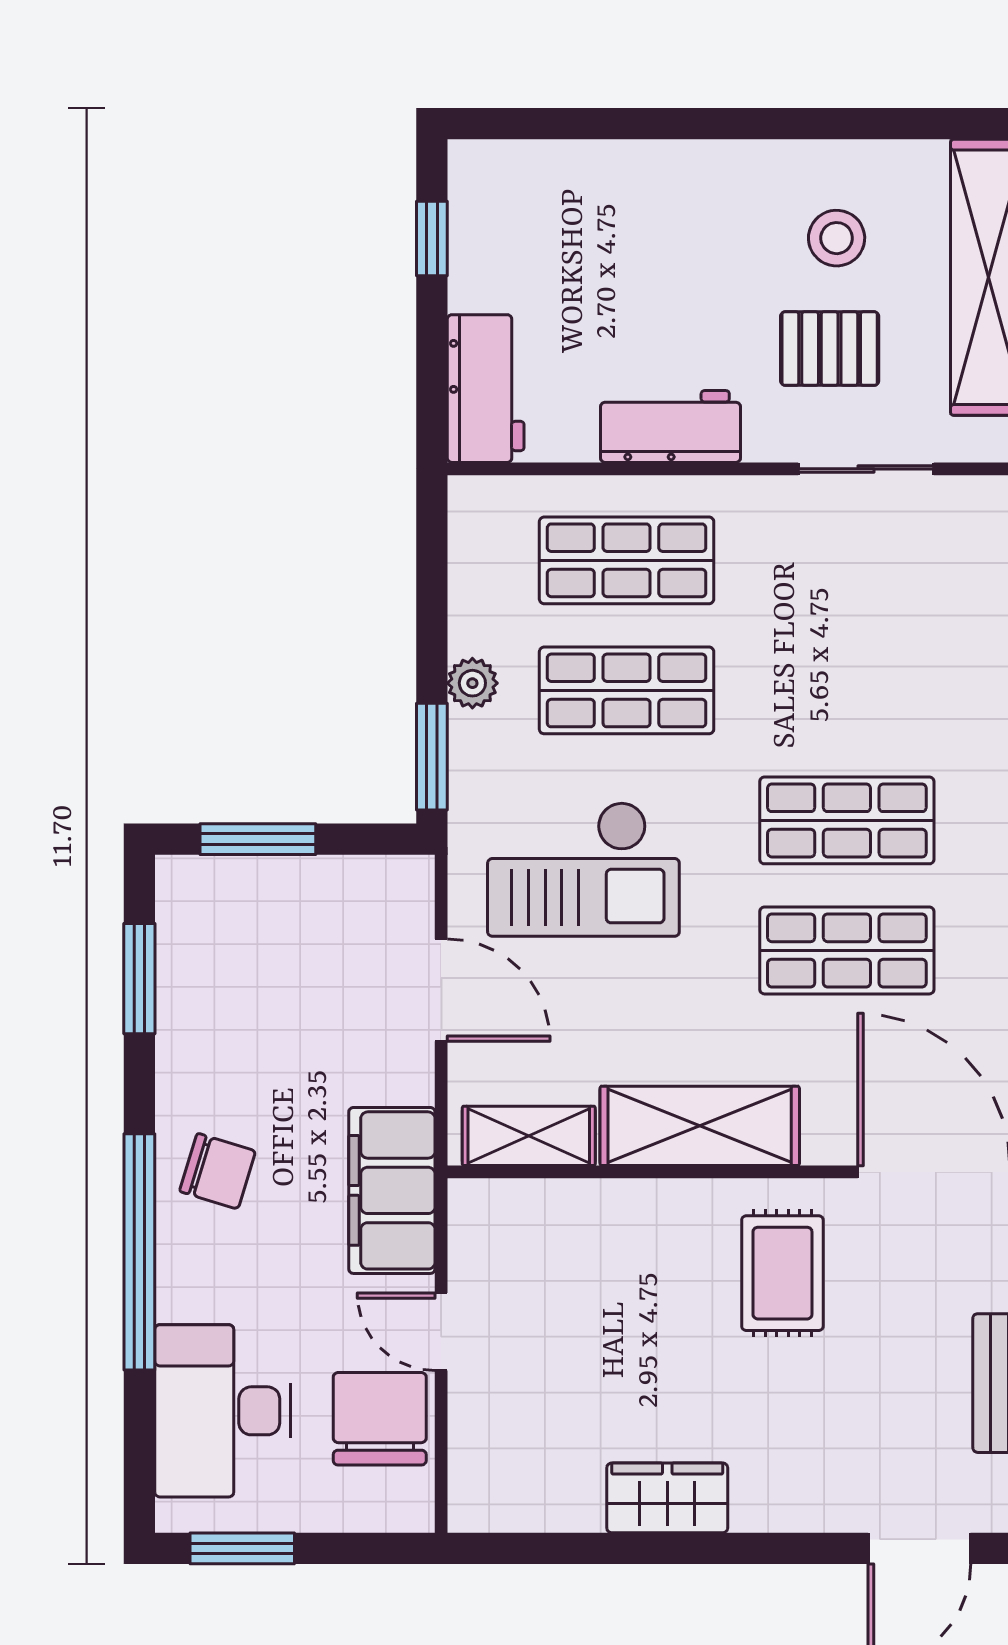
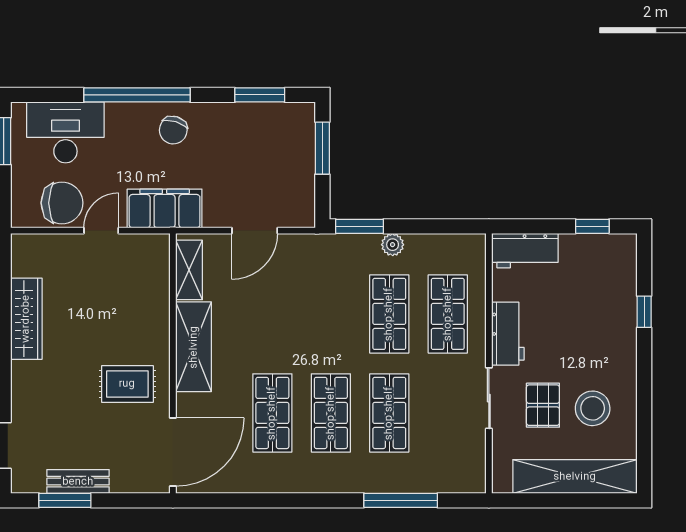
window: (622, 124) -> (644, 312), added
stool: (837, 238) -> (593, 408), width x1.38, depth x1.38
sliding door: (866, 469) -> (489, 398), moved
shop shelf: (847, 690) -> (389, 413), added
checkout: (583, 869) -> (309, 295), removed
wardrobe: (667, 1498) -> (26, 319), width x1.50

